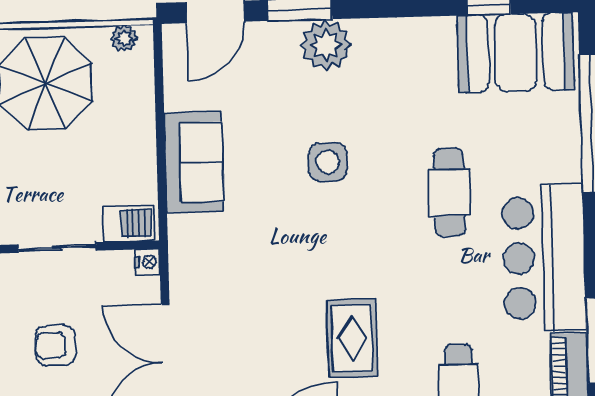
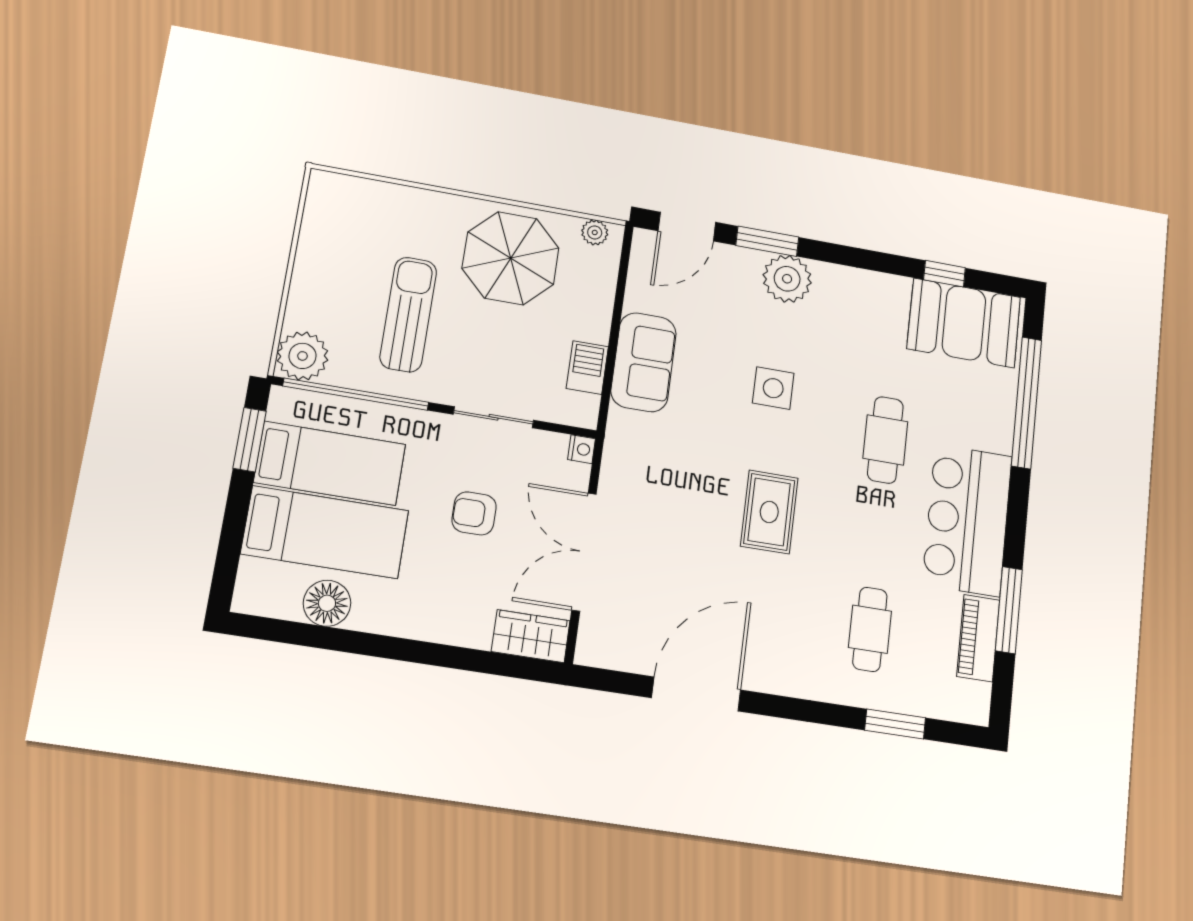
barbecue: (128, 223) -> (587, 368), moved, turned -90
rug: (352, 338) -> (769, 512), moved

